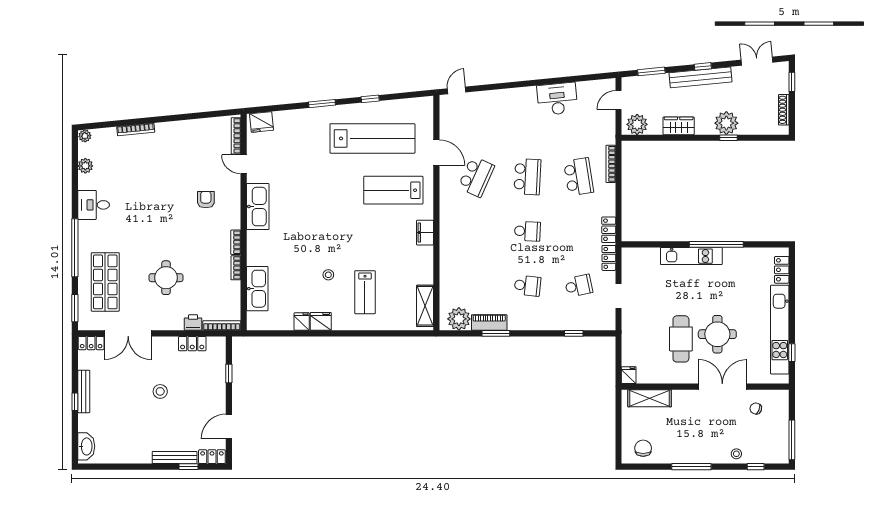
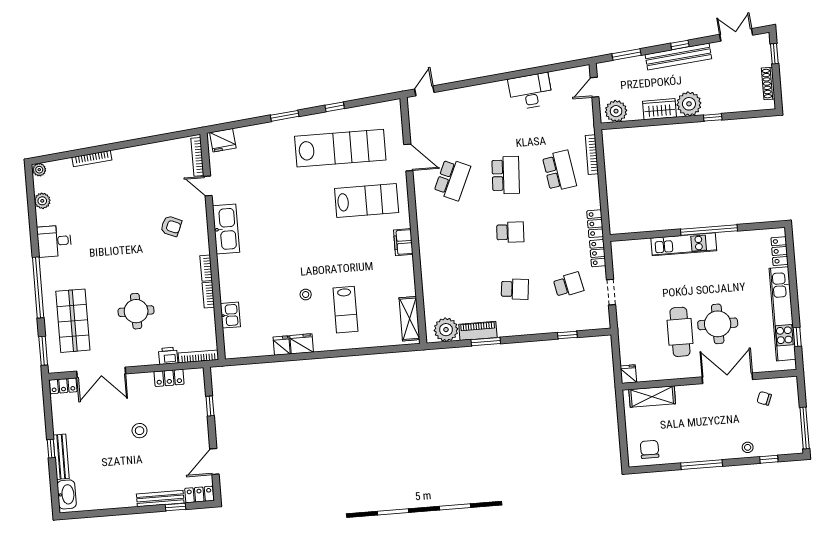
plant: (726, 123) -> (689, 104), moved
lab bench: (393, 190) -> (367, 200), turned 180
armchair: (206, 200) -> (171, 226), turned 113
kitchen sink: (257, 289) -> (230, 315), width x0.53, depth x0.81
bench: (84, 391) -> (61, 457), moved

